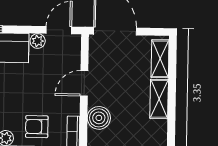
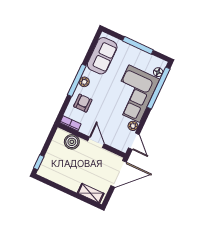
shelving: (159, 99) -> (67, 182), removed

